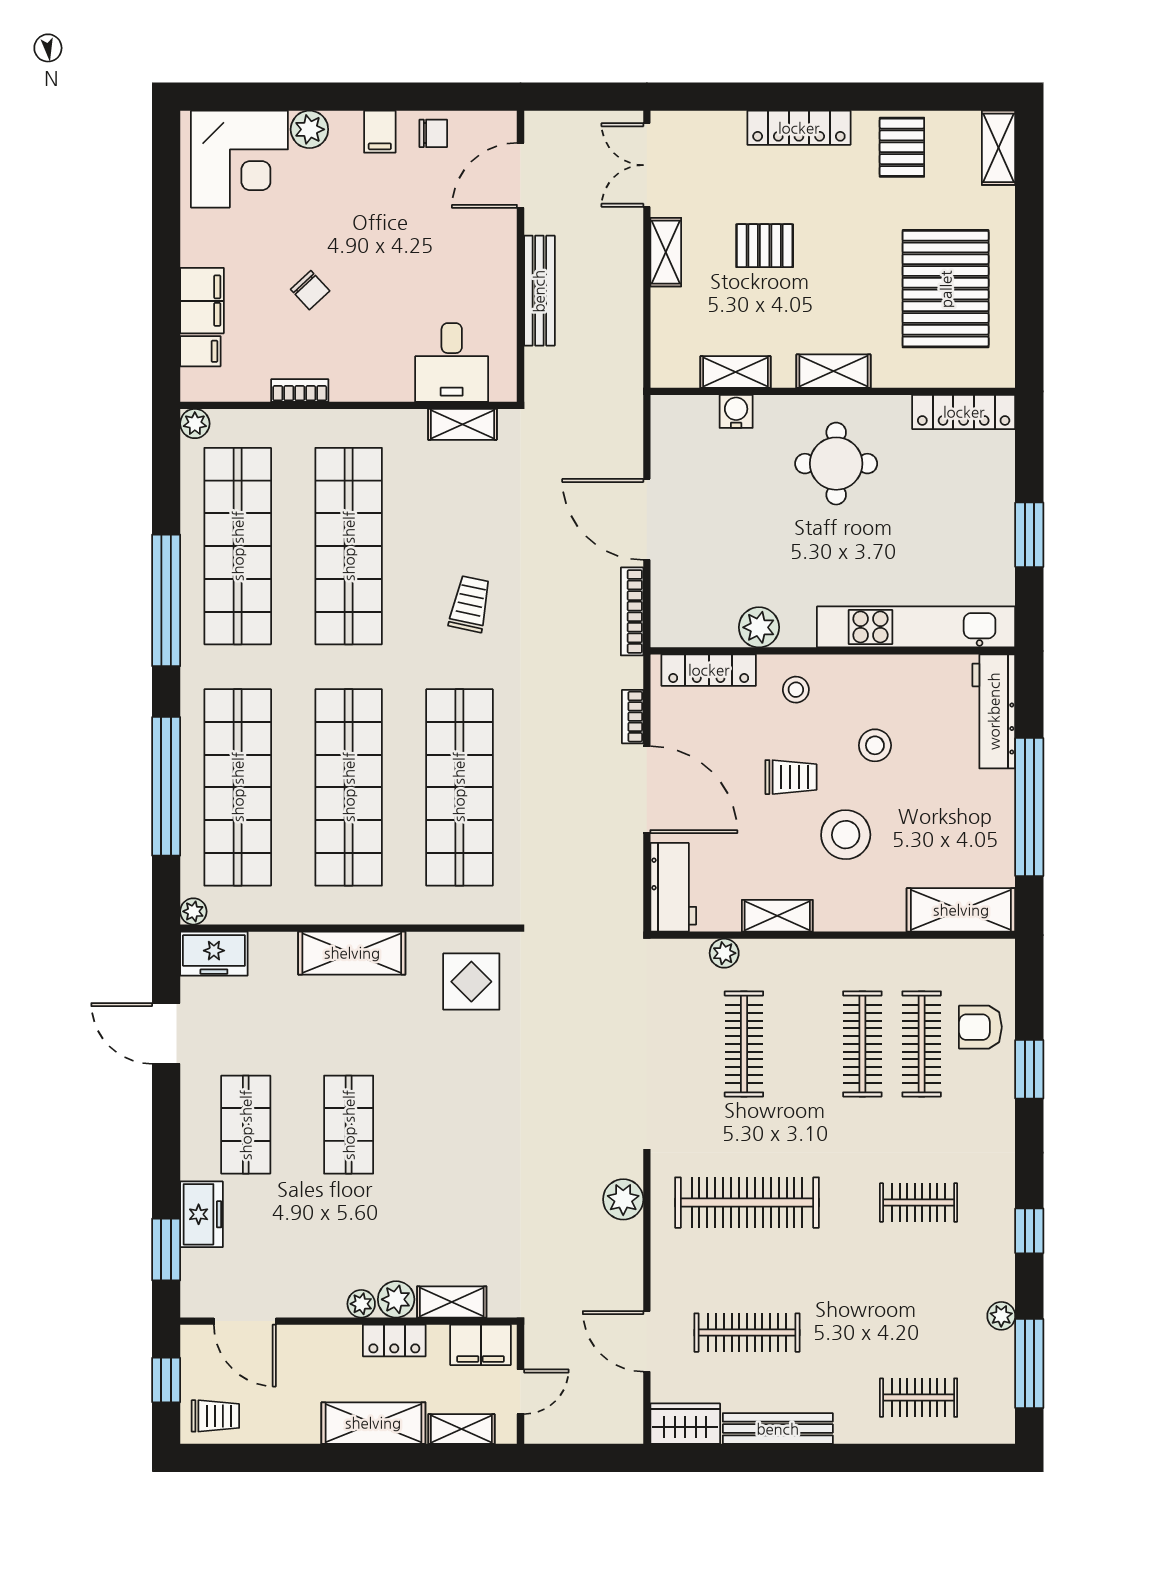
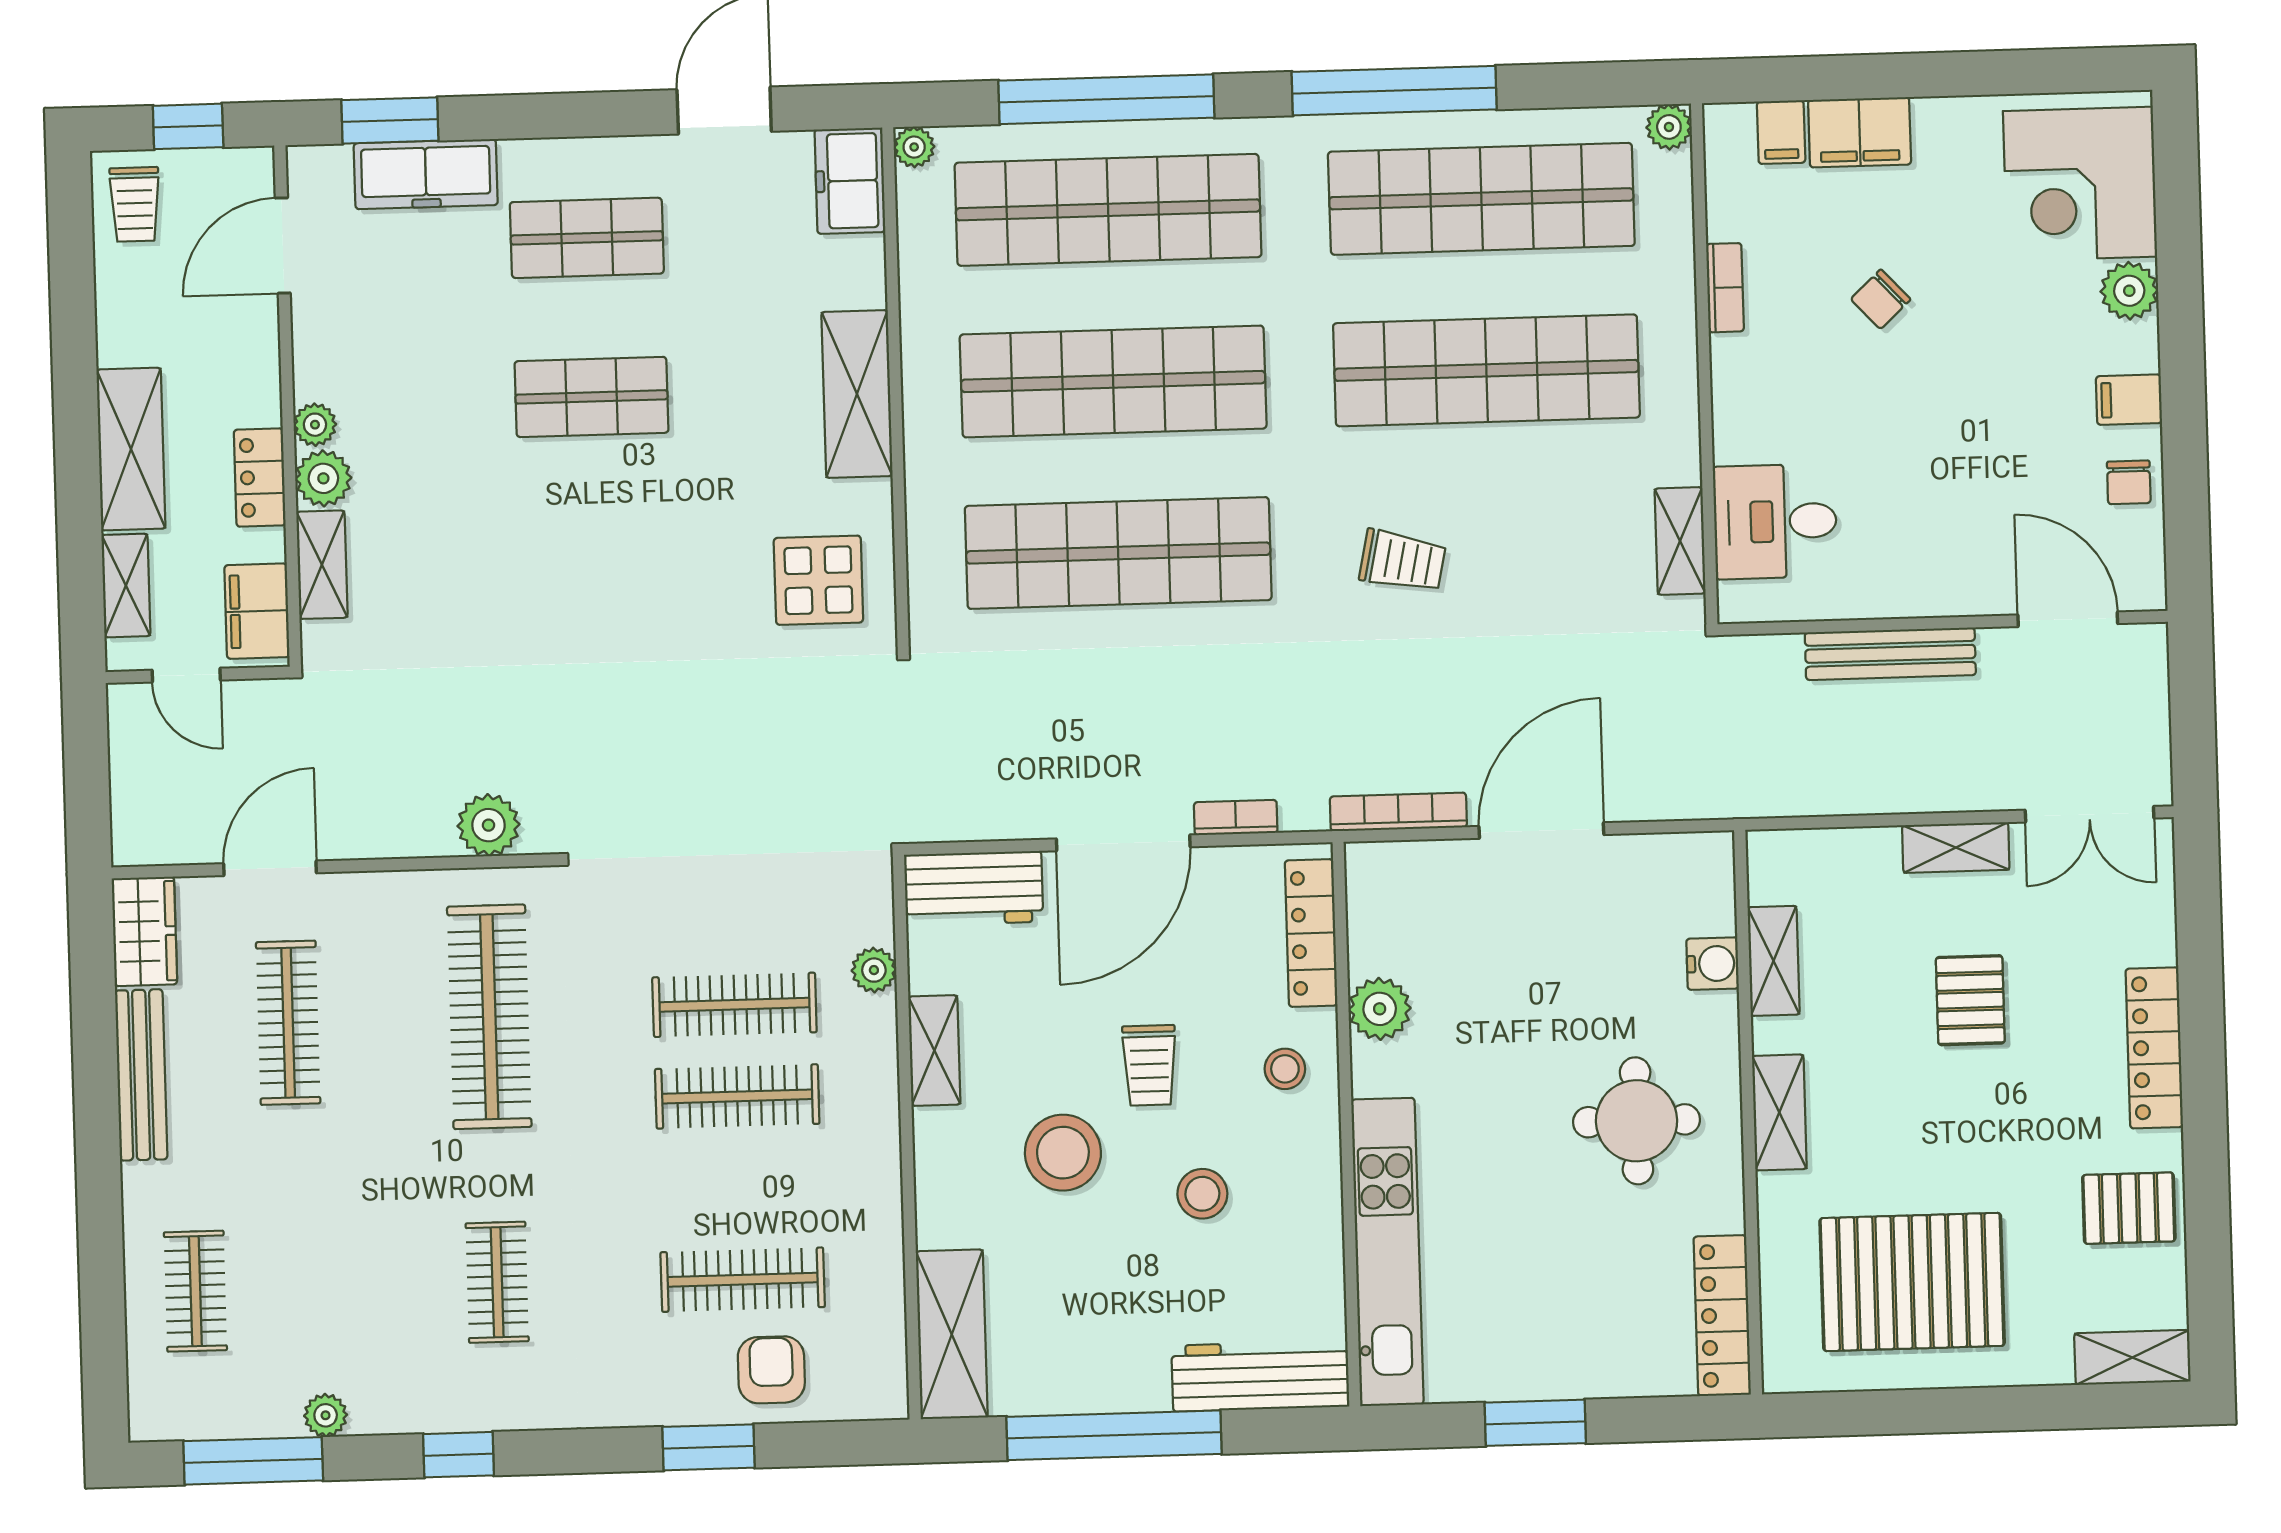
double door: (647, 165) -> (2090, 814), swing flipped
clothes rail: (862, 1044) -> (737, 1096), moved
freezer: (202, 1214) -> (426, 174), width x1.40

